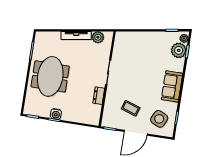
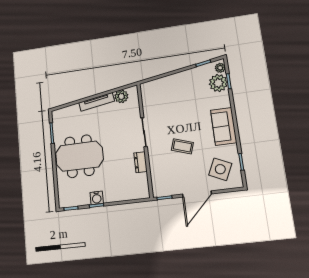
meeting table: (50, 76) -> (79, 156), turned 90
coffee table: (131, 108) -> (182, 146), moved

